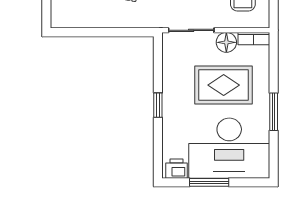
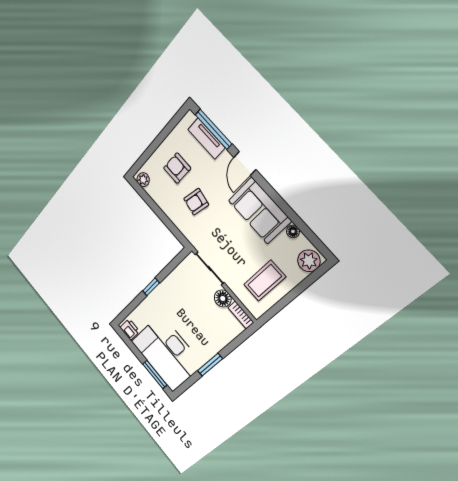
plant: (63, 20) -> (143, 180), added
rug: (224, 85) -> (197, 319), removed
window: (209, 182) -> (155, 374), moved

